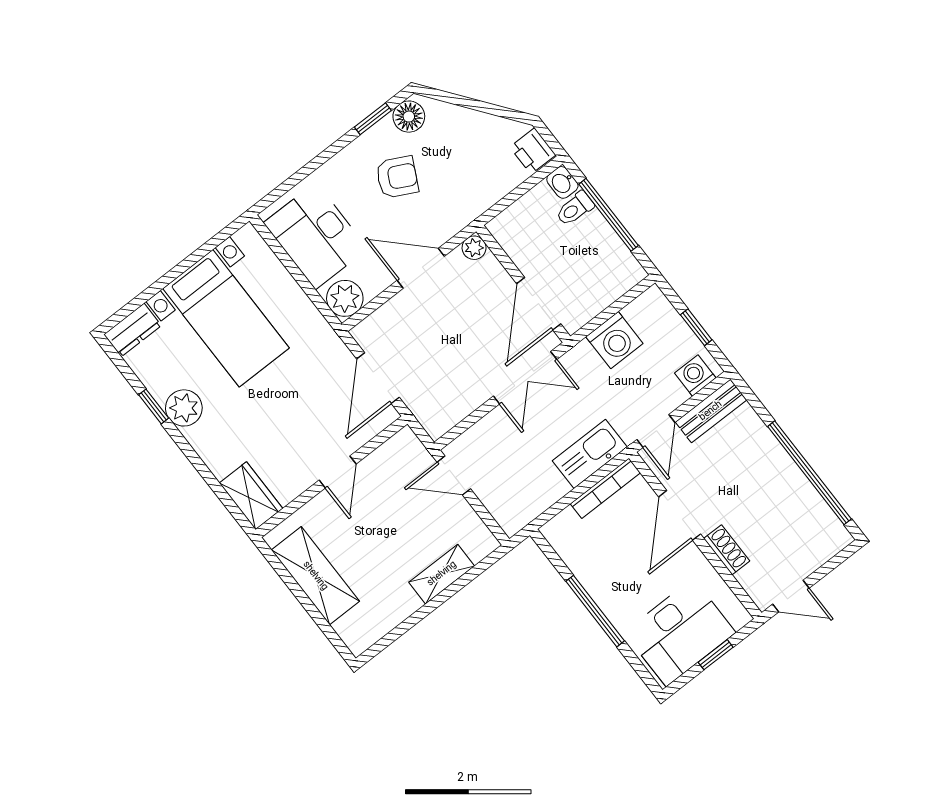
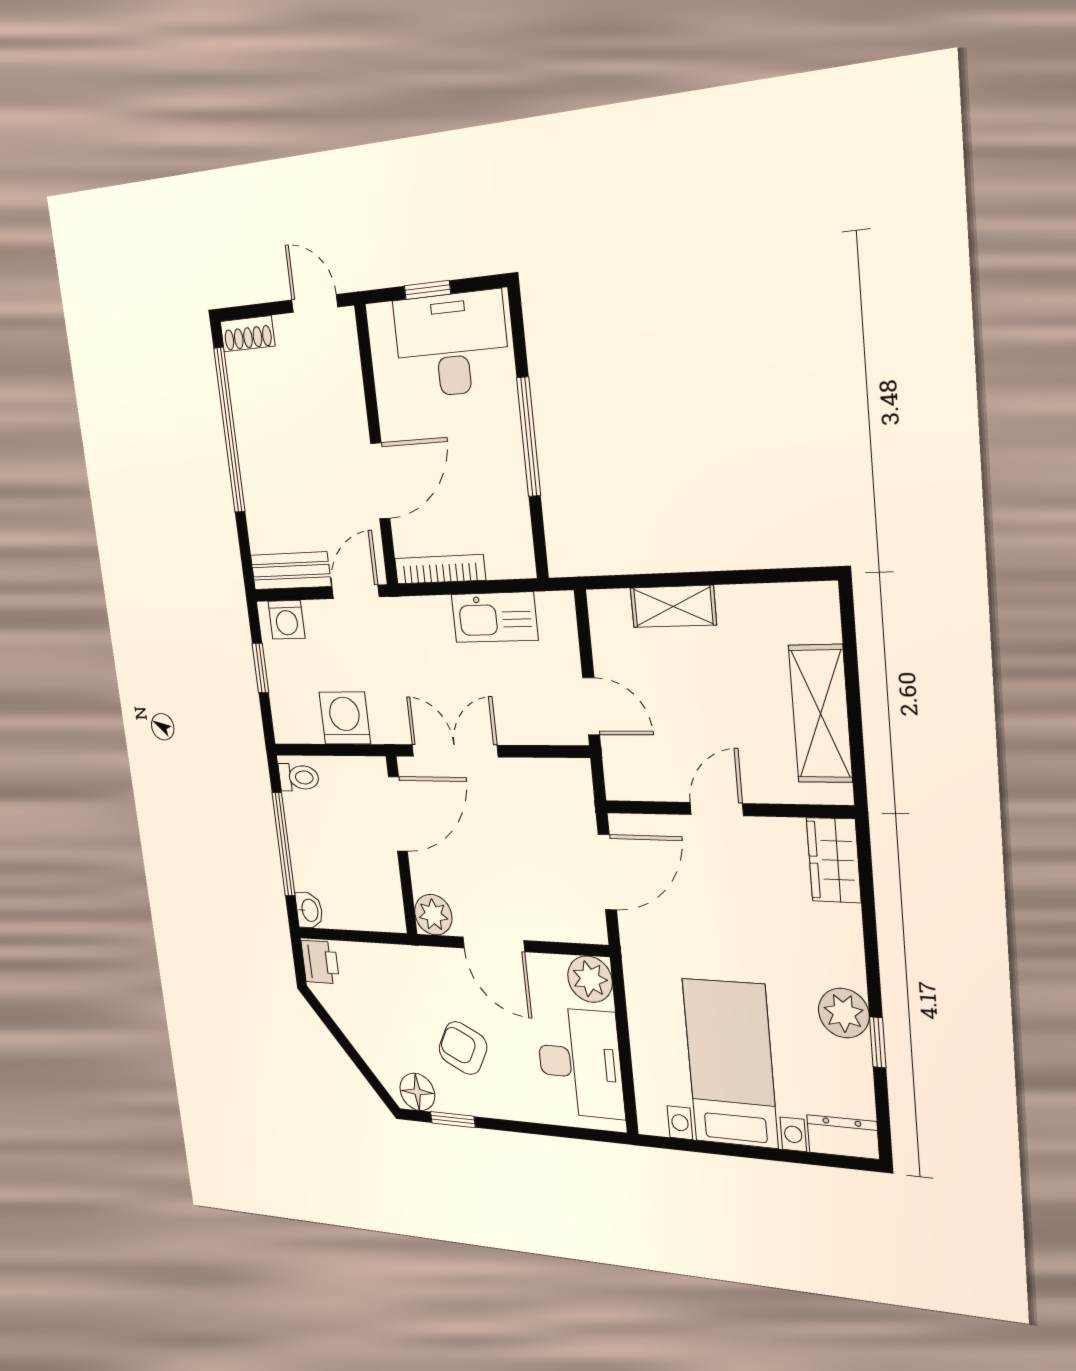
toilet: (575, 209) -> (299, 777), moved
plant: (474, 248) -> (433, 915), width x1.38, depth x1.38
kitchen sink: (590, 454) -> (494, 617), moved
shoe rack: (727, 550) -> (248, 334), moved, turned -90

